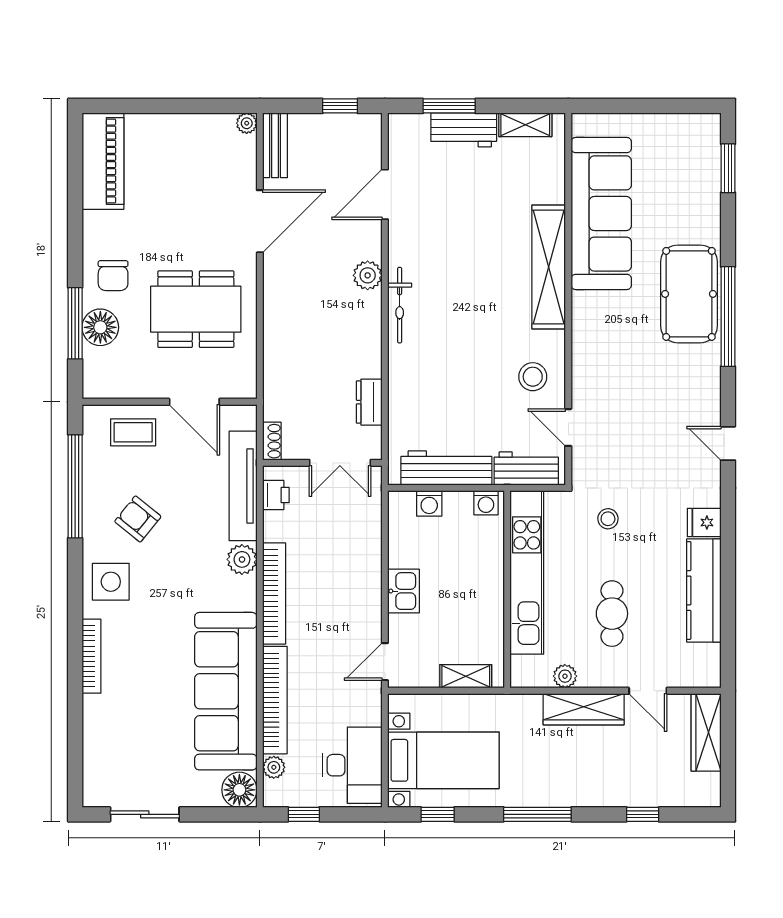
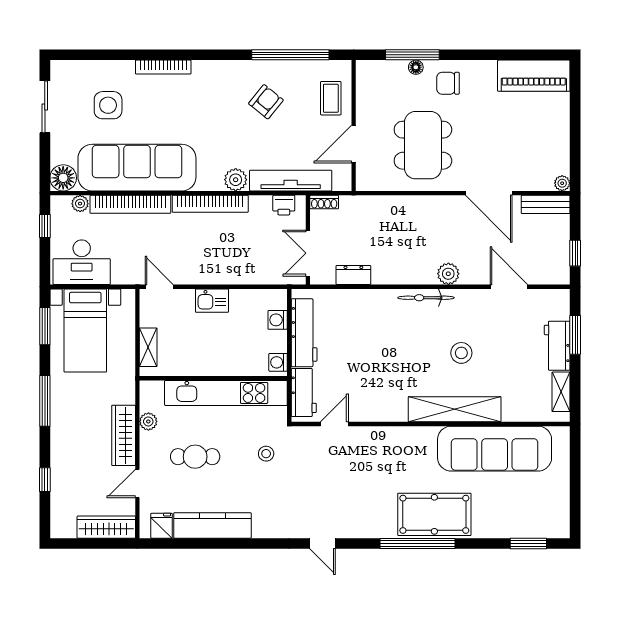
floor lamp: (100, 327) -> (416, 67), width x0.53, depth x0.53
stool: (533, 377) -> (461, 353), moved
door: (728, 443) -> (322, 544), swing flipped
fridge: (704, 522) -> (162, 526), moved
side table: (111, 582) -> (108, 105), moved
window: (438, 814) -> (45, 326), width x1.50

